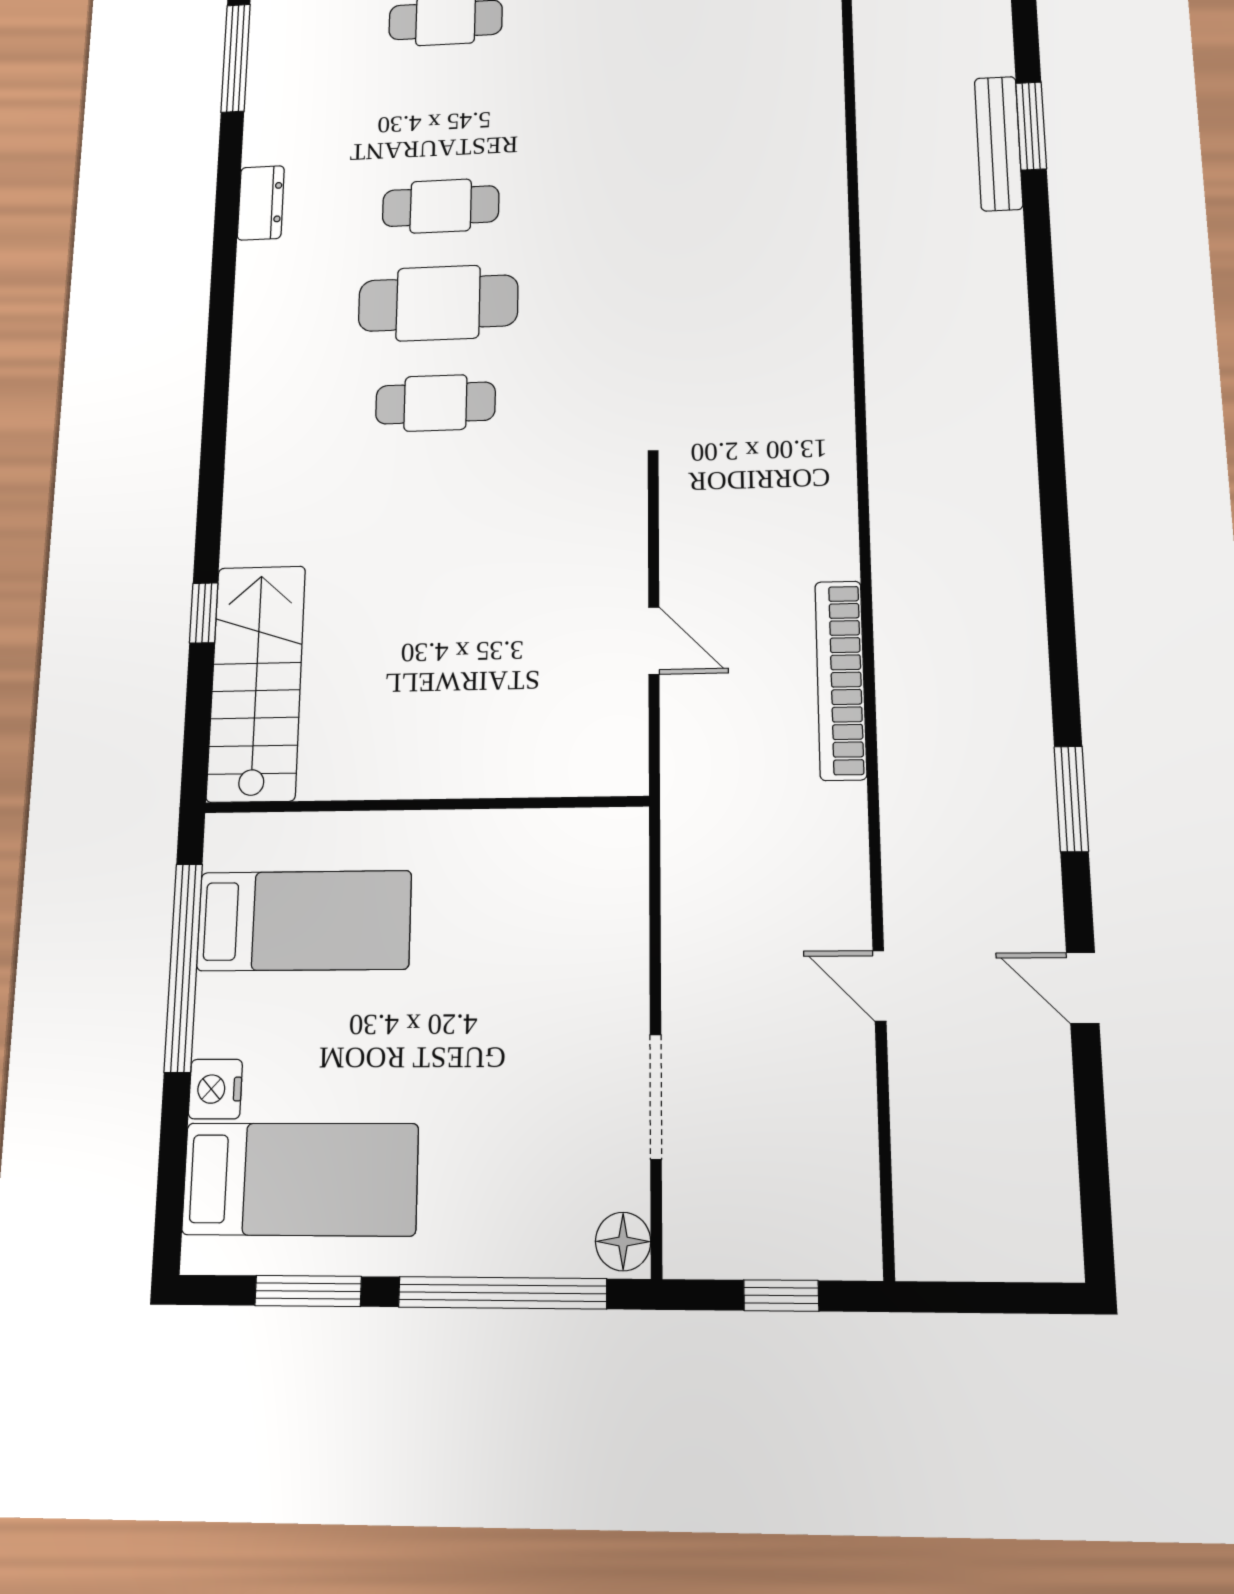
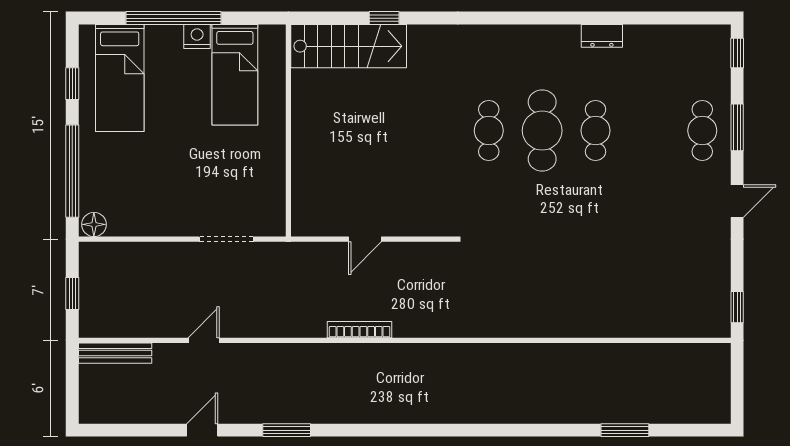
window: (236, 58) -> (686, 18), removed
bench: (999, 143) -> (115, 353), moved
bookcase: (841, 680) -> (360, 330), width x0.68, depth x0.76
window: (183, 967) -> (173, 18), moved
nightstand: (215, 1089) -> (197, 36), moved
doorway: (656, 1097) -> (226, 239), moved
window: (308, 1291) -> (72, 84), width x0.67

